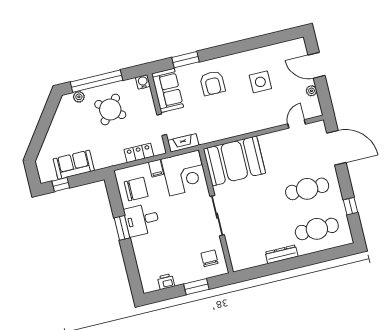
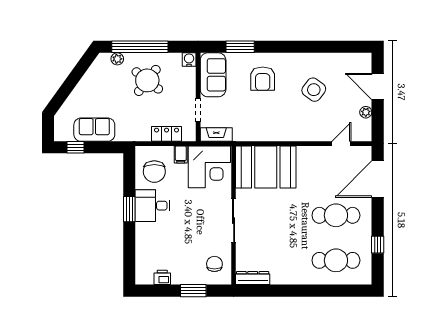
side table: (260, 82) -> (314, 90), turned 37
door: (336, 148) -> (378, 179), swing flipped
chair: (136, 189) -> (154, 172), turned 90
dresser: (282, 254) -> (253, 278), moved

